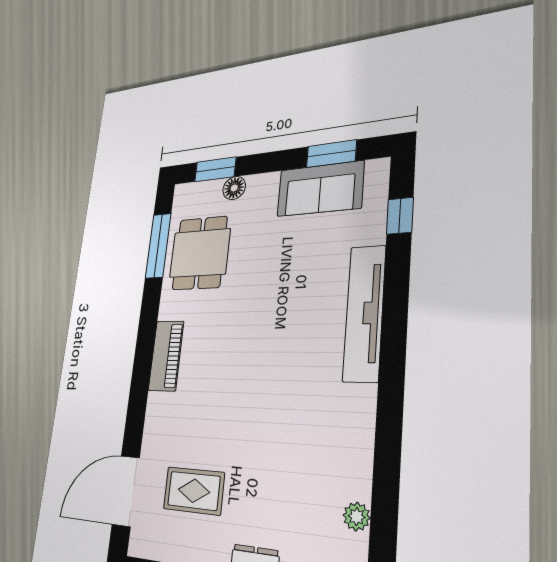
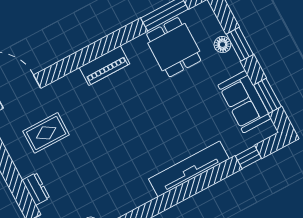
window: (215, 169) -> (240, 44), moved
dining table: (200, 253) -> (174, 47), turned 90
rug: (194, 491) -> (46, 133), turned 90

